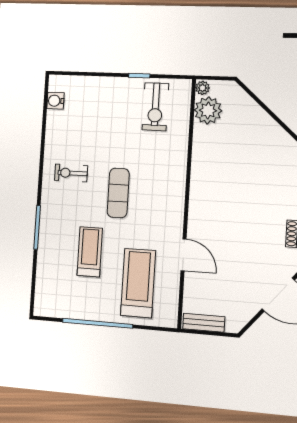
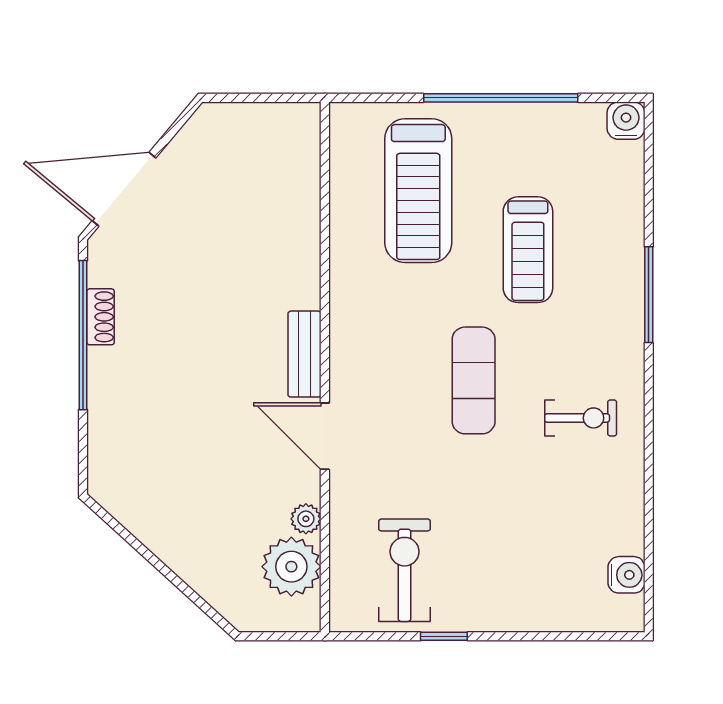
plant: (203, 88) -> (306, 519), moved
door: (184, 255) -> (325, 436), moved
water cooler: (42, 308) -> (626, 121), added
bench: (204, 323) -> (305, 354), moved, turned 90

